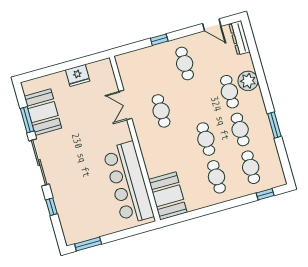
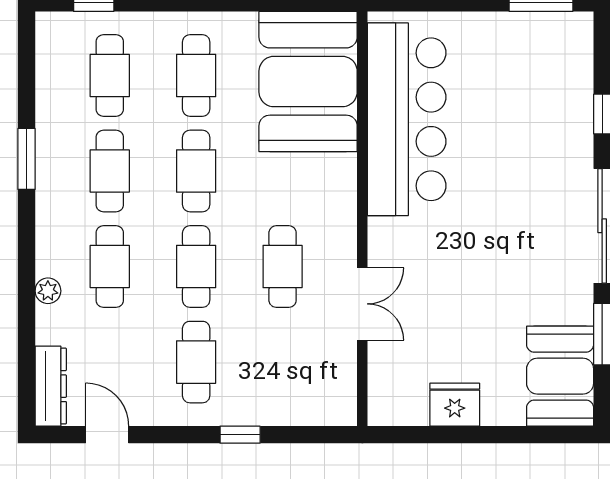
plant: (248, 81) -> (48, 291), width x0.53, depth x0.53
cafe table: (195, 101) -> (196, 267), added
booth: (43, 112) -> (560, 376), moved
booth: (168, 196) -> (308, 82), width x1.36, depth x1.42

